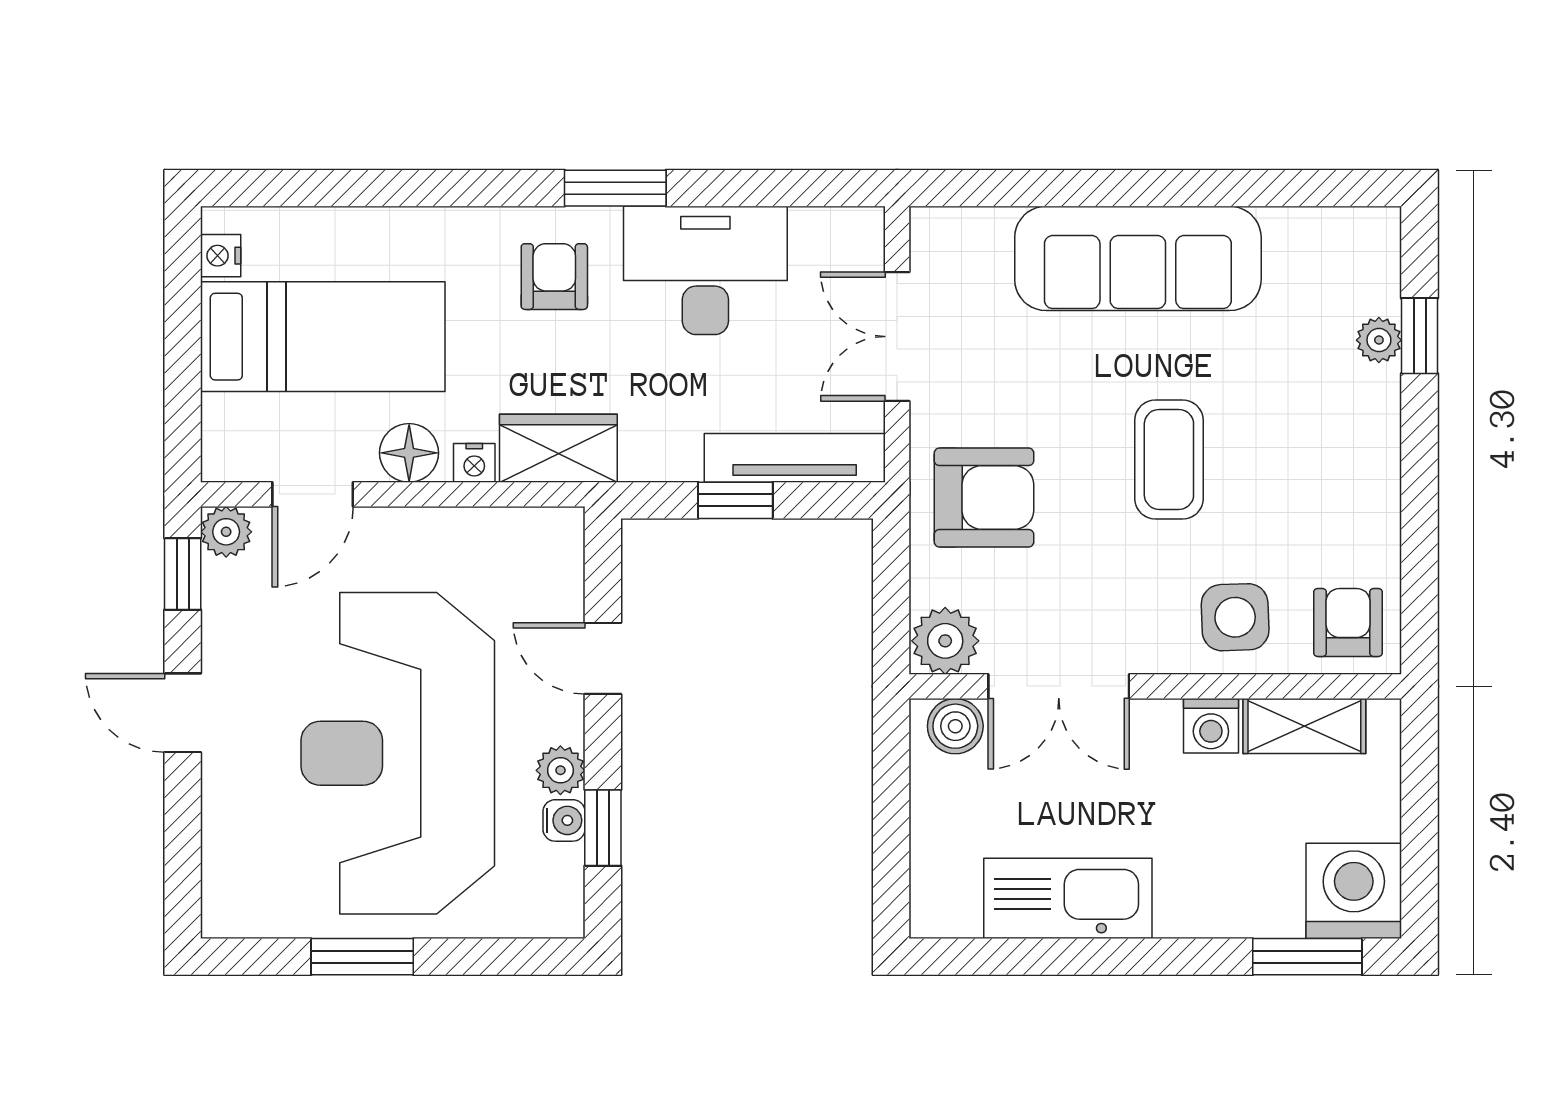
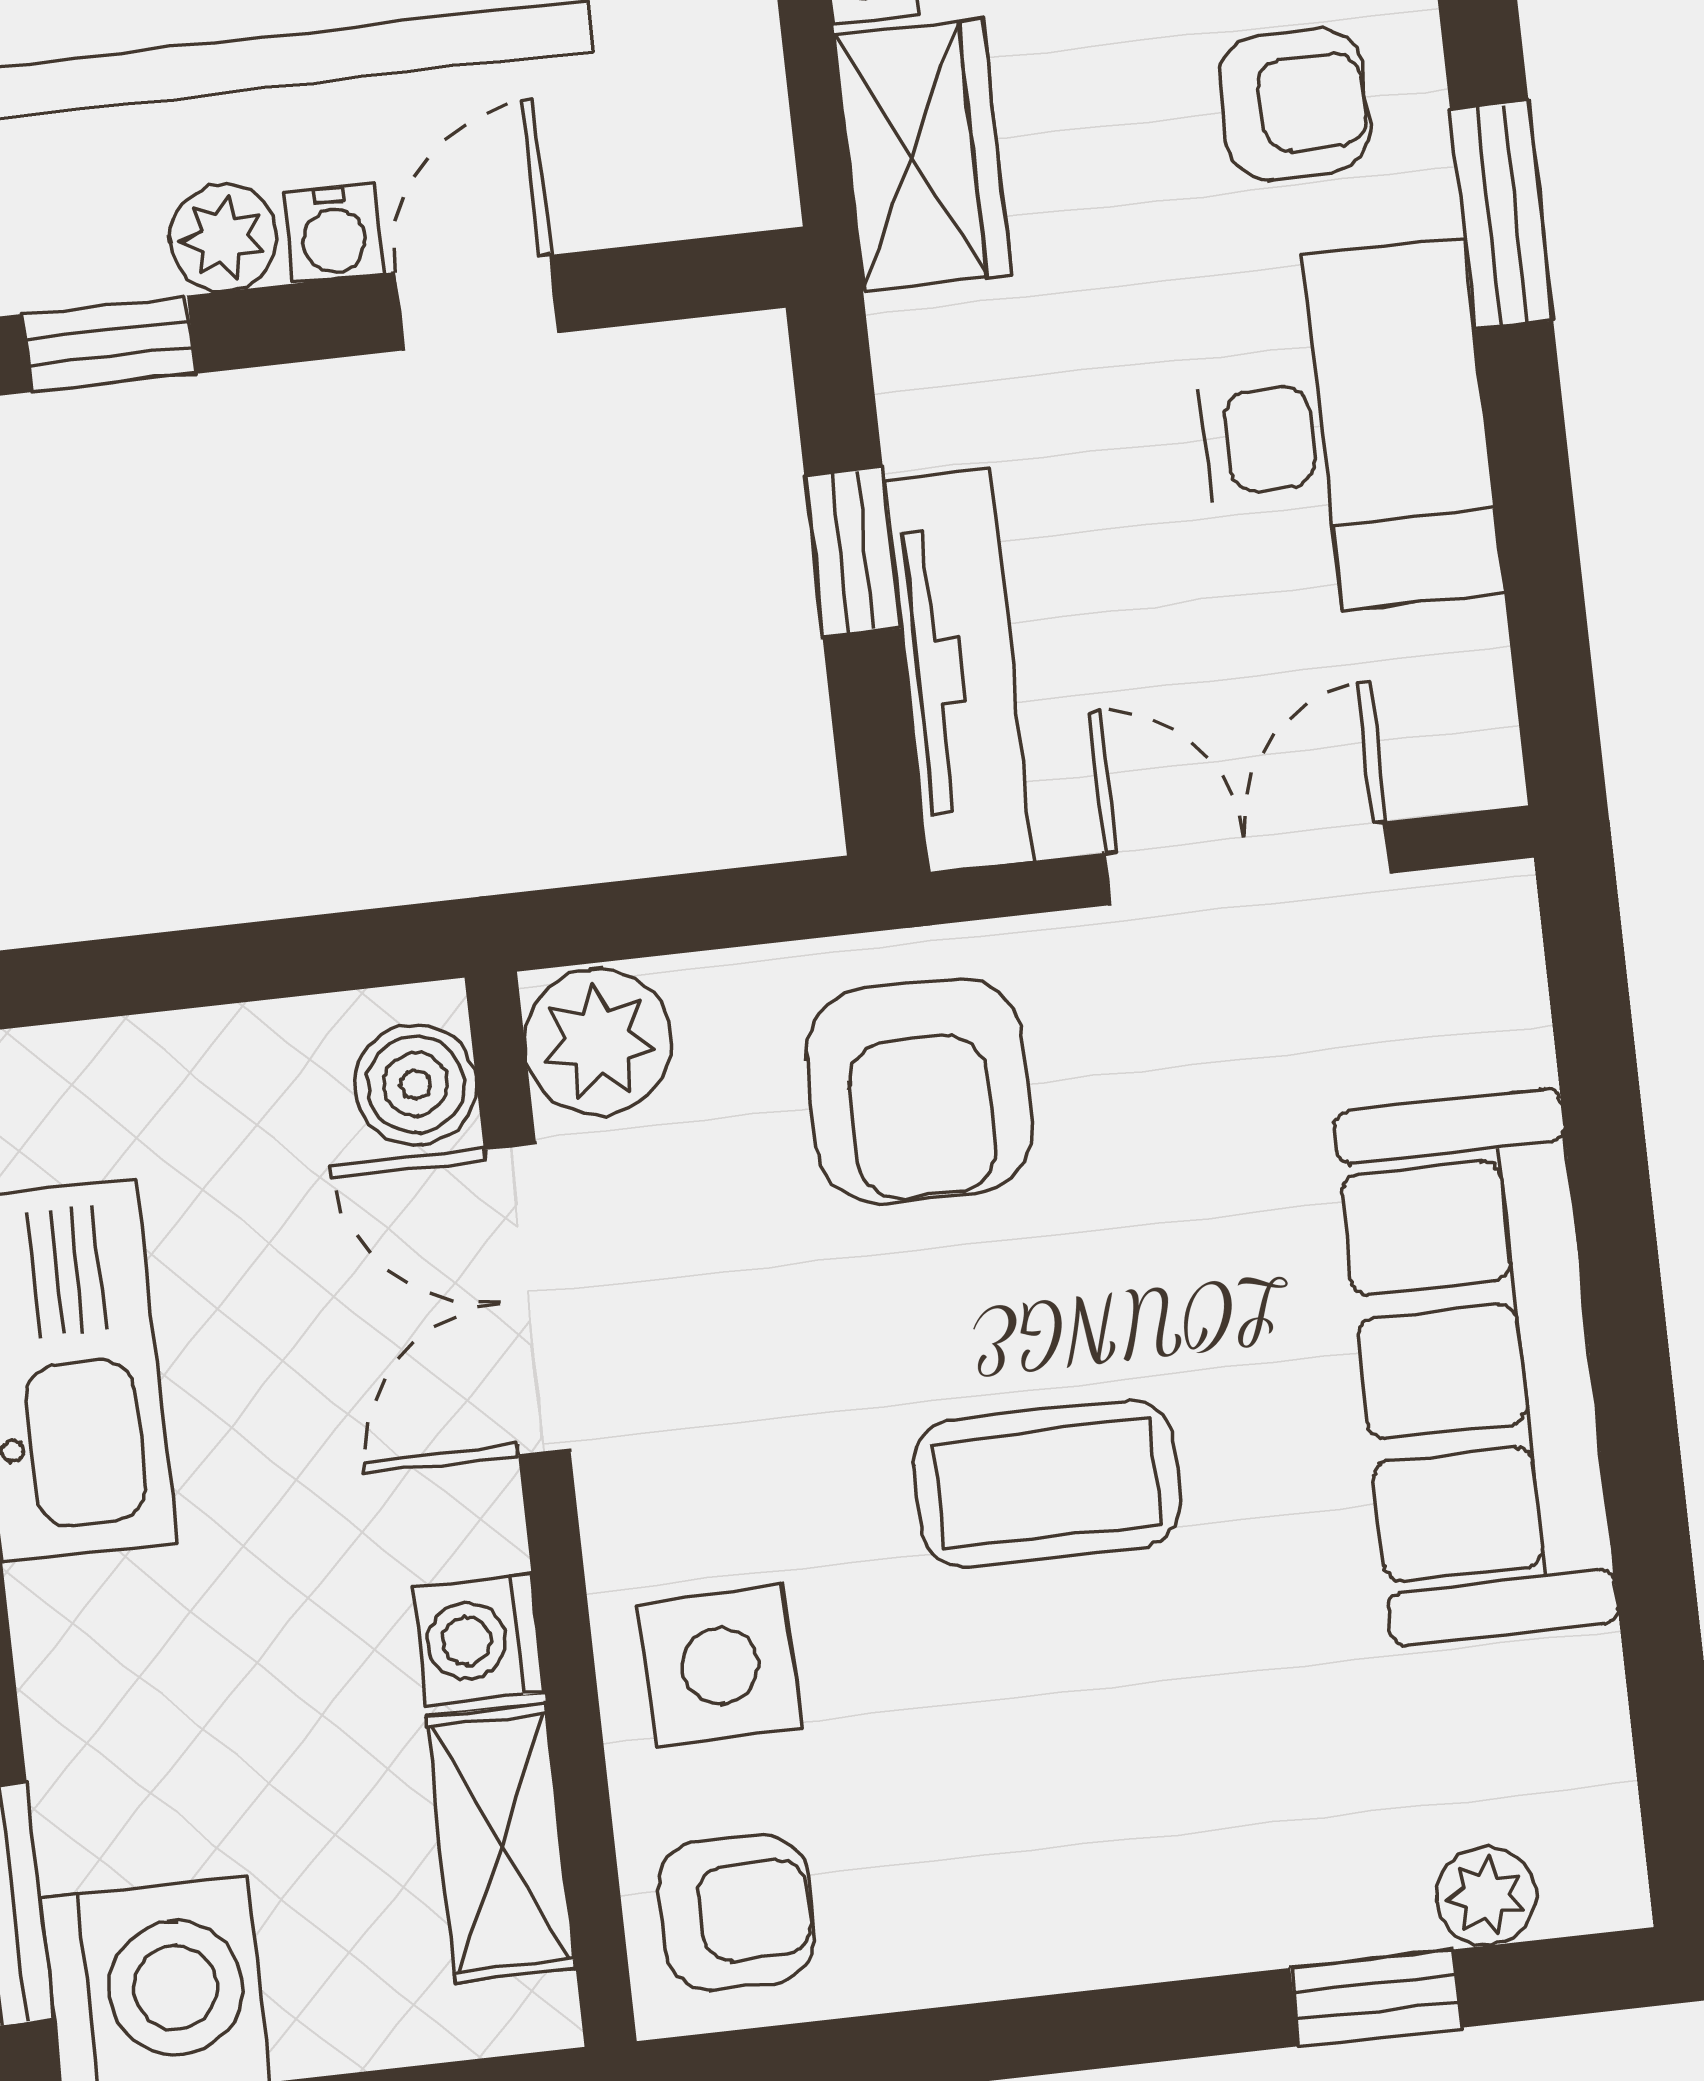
plant: (1379, 340) -> (1486, 1896), moved
water cooler: (564, 820) -> (333, 233), moved

